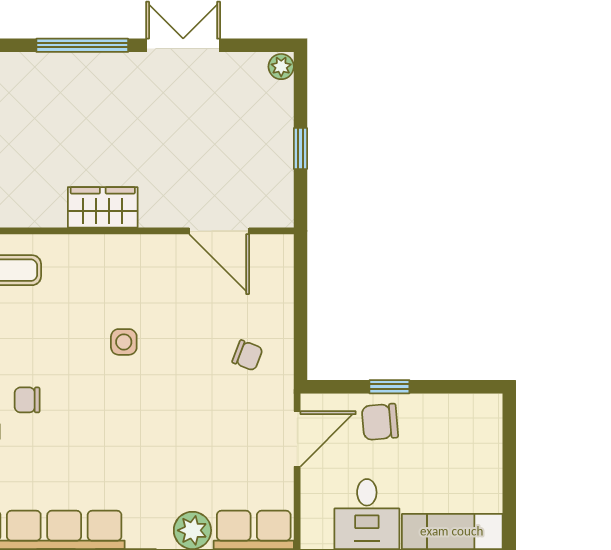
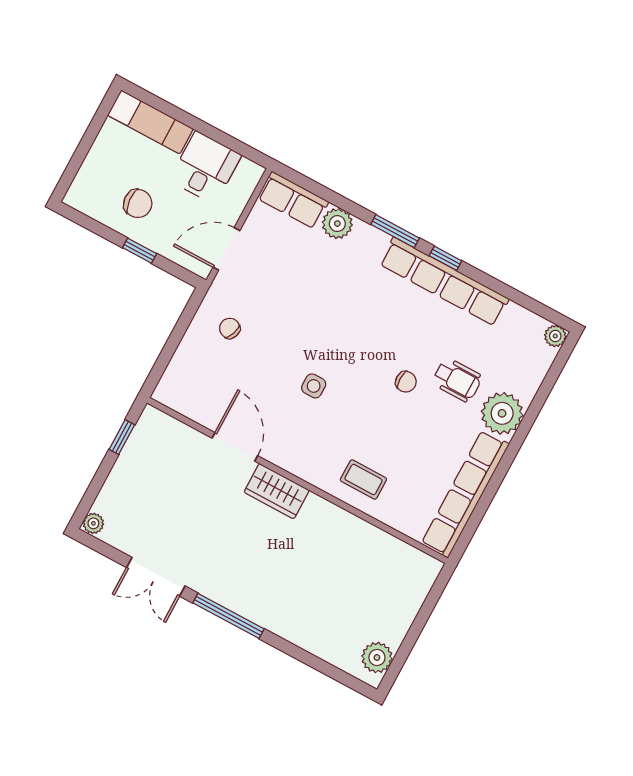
window: (300, 148) -> (122, 437), moved
door: (219, 231) -> (235, 447), moved
chair: (380, 422) -> (138, 203), moved

